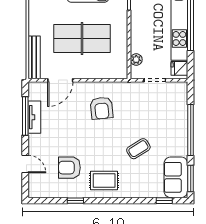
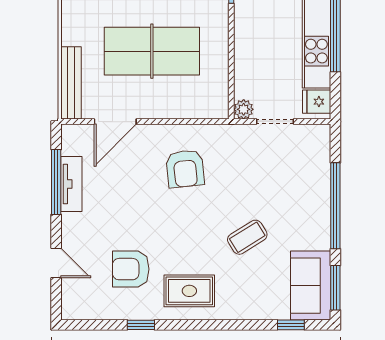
plant: (136, 60) -> (244, 109), moved

